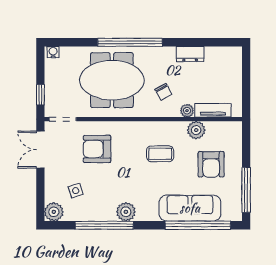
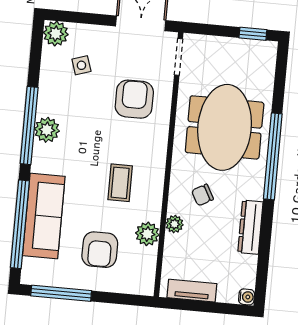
water cooler: (53, 52) -> (247, 297), moved
dresser: (190, 54) -> (250, 227), width x1.44
window: (40, 95) -> (253, 34), moved
tv unit: (213, 110) -> (192, 291), moved, turned -90
armchair: (211, 164) -> (100, 250), turned -90
window: (104, 225) -> (29, 125), moved

